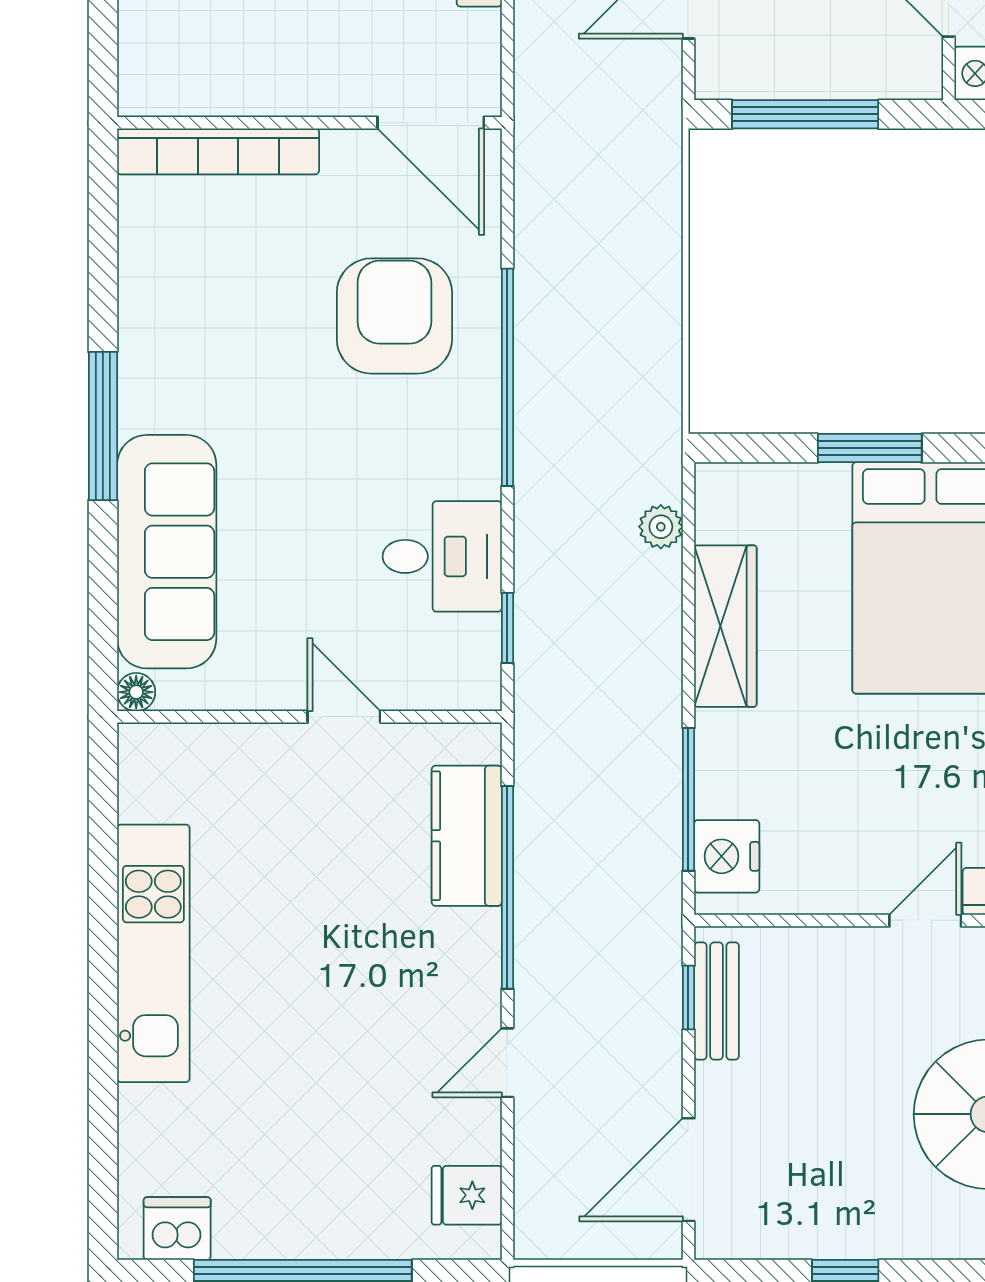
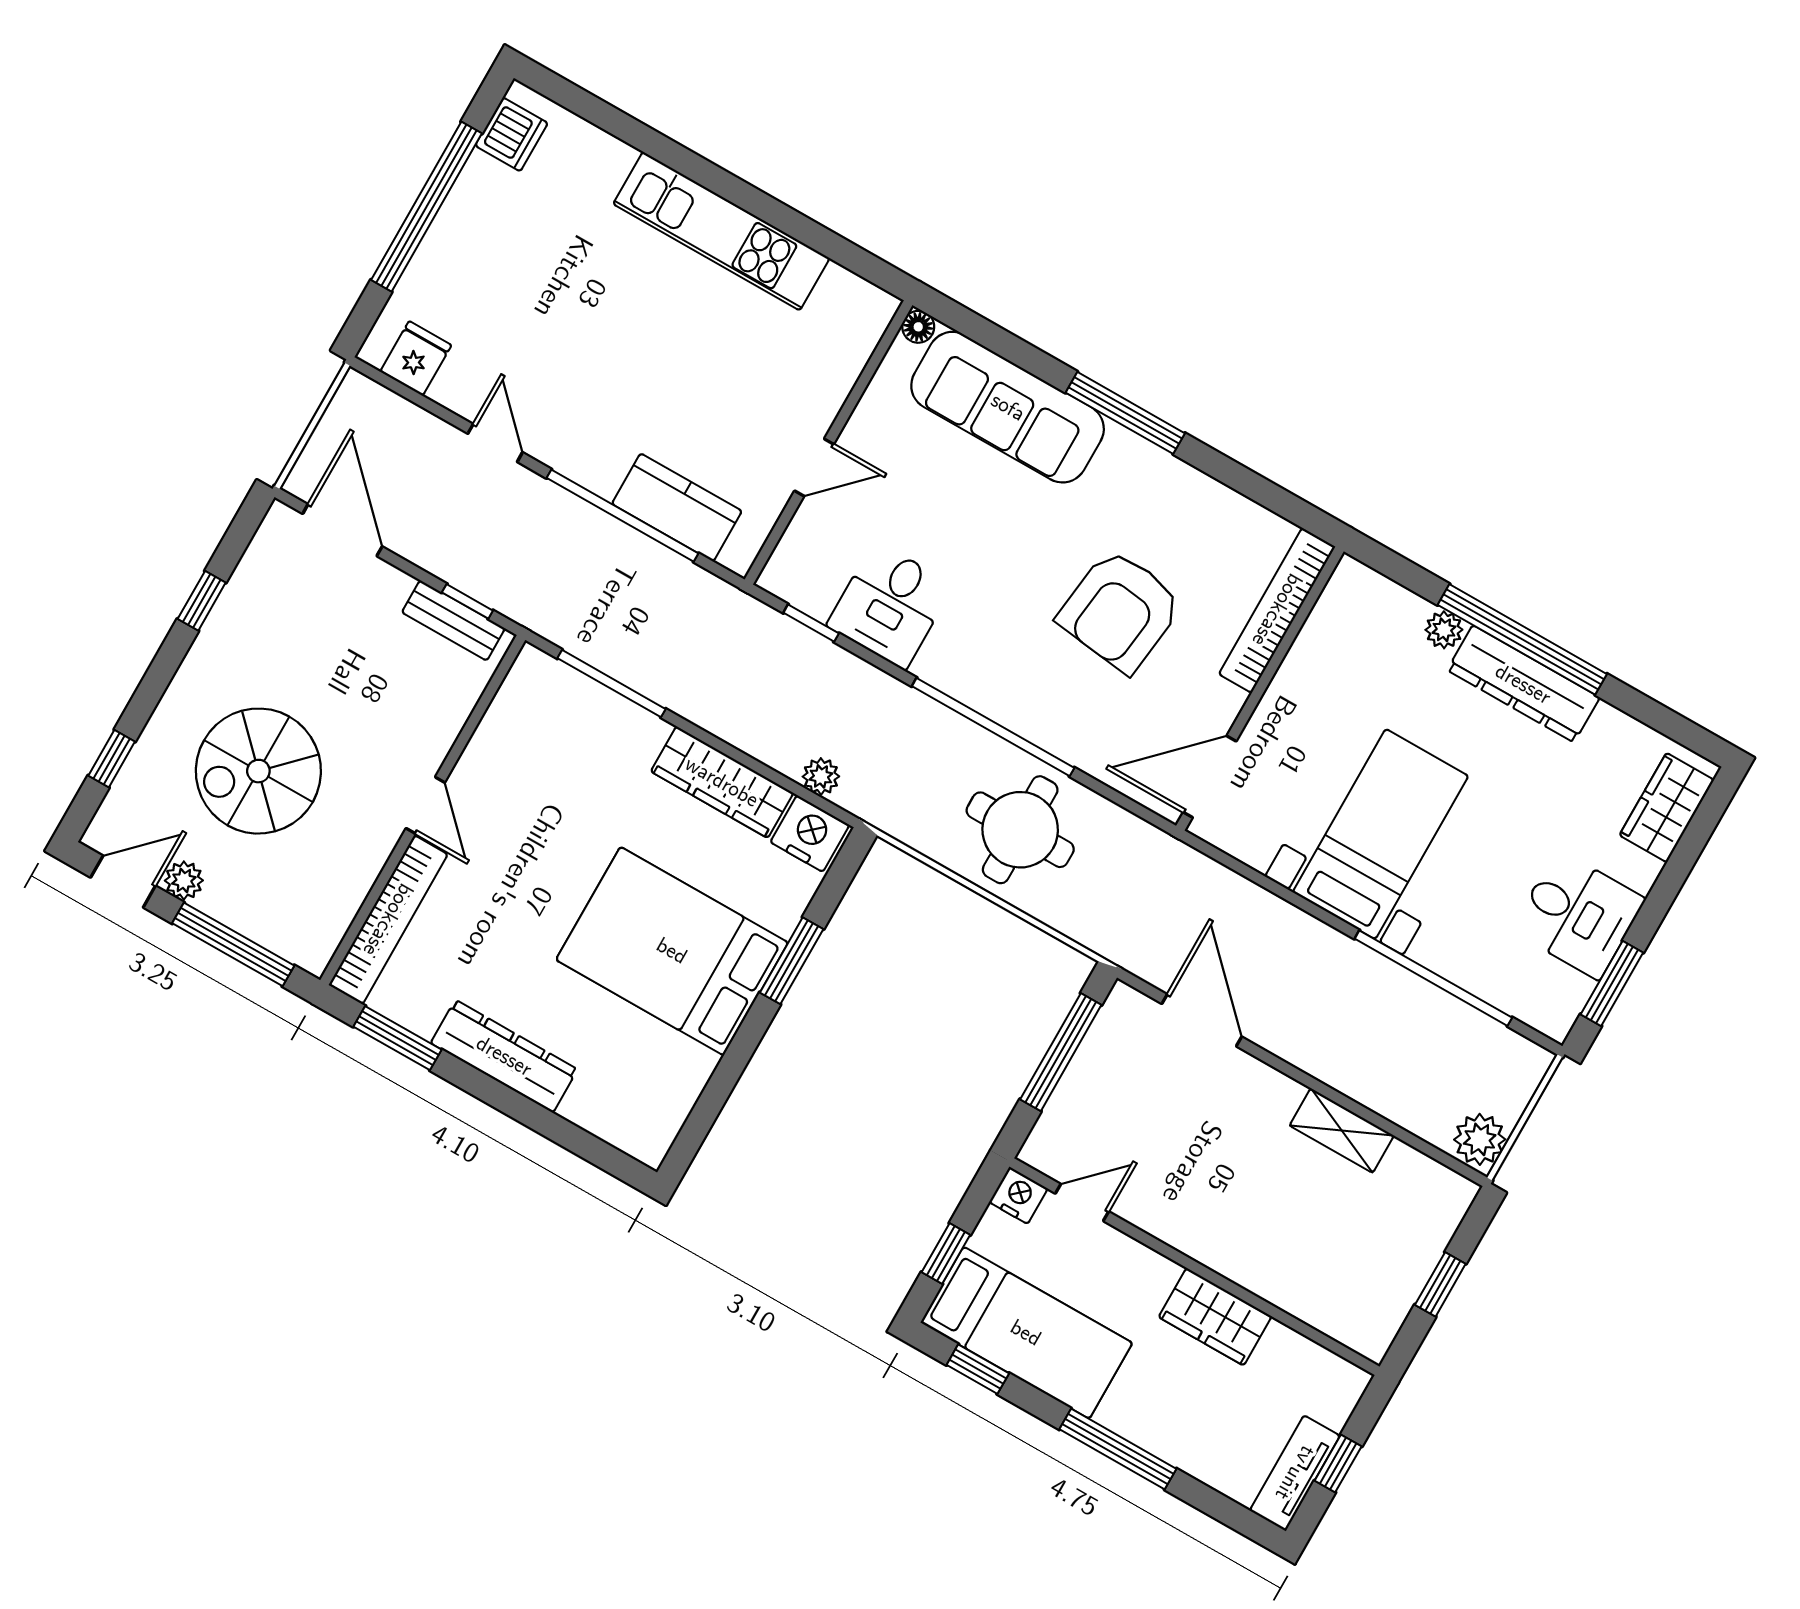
round table: (598, 288) -> (1020, 830), added
armchair: (394, 316) -> (1120, 611), moved, turned 97
nightstand: (727, 856) -> (810, 834), moved

